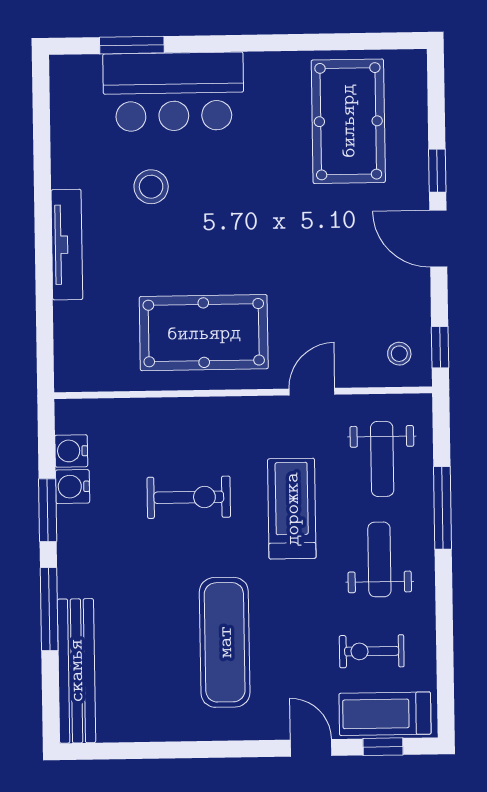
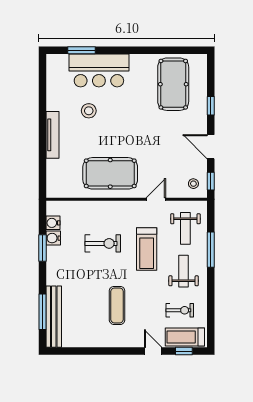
door: (438, 239) -> (211, 147), moved
treadmill: (292, 509) -> (147, 249), turned 180
window: (49, 609) -> (42, 312), moved
exercise mat: (225, 642) -> (117, 305), width x0.73, depth x0.69
exercise bike: (372, 651) -> (180, 310), turned 180

